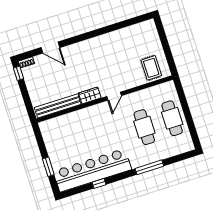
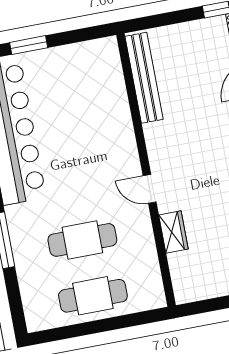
rug: (151, 68) -> (195, 267), removed
wardrobe: (90, 95) -> (173, 232), moved

